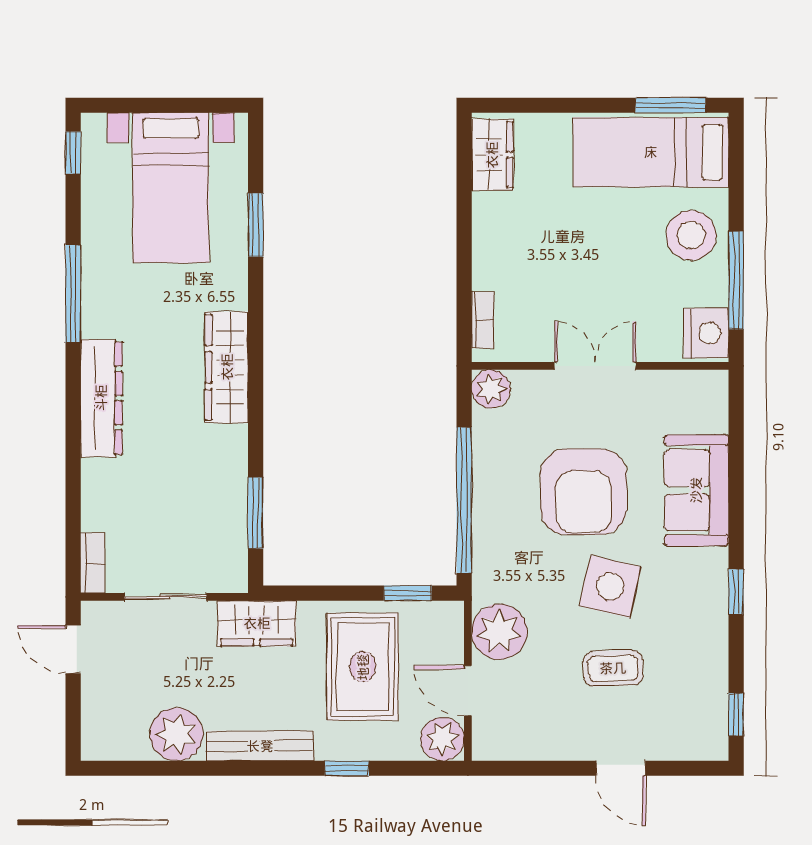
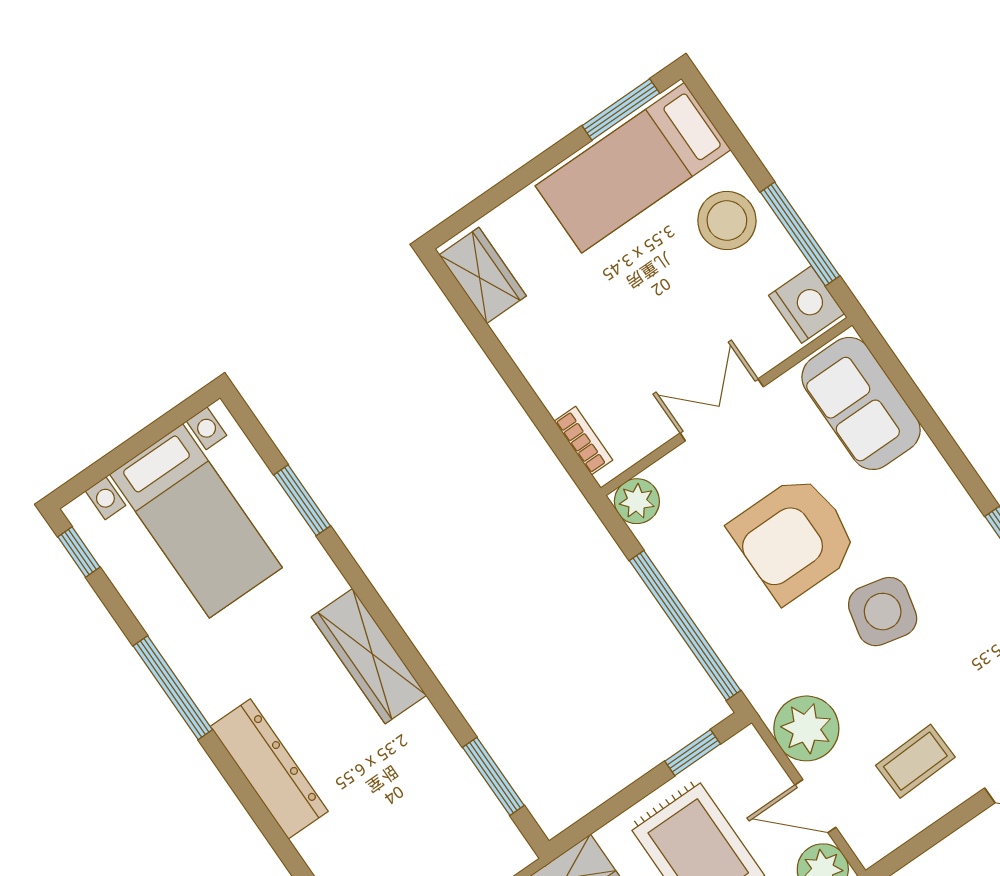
sofa: (696, 490) -> (861, 403), moved
armchair: (584, 492) -> (794, 538), turned 90
coffee table: (613, 668) -> (915, 761), moved

